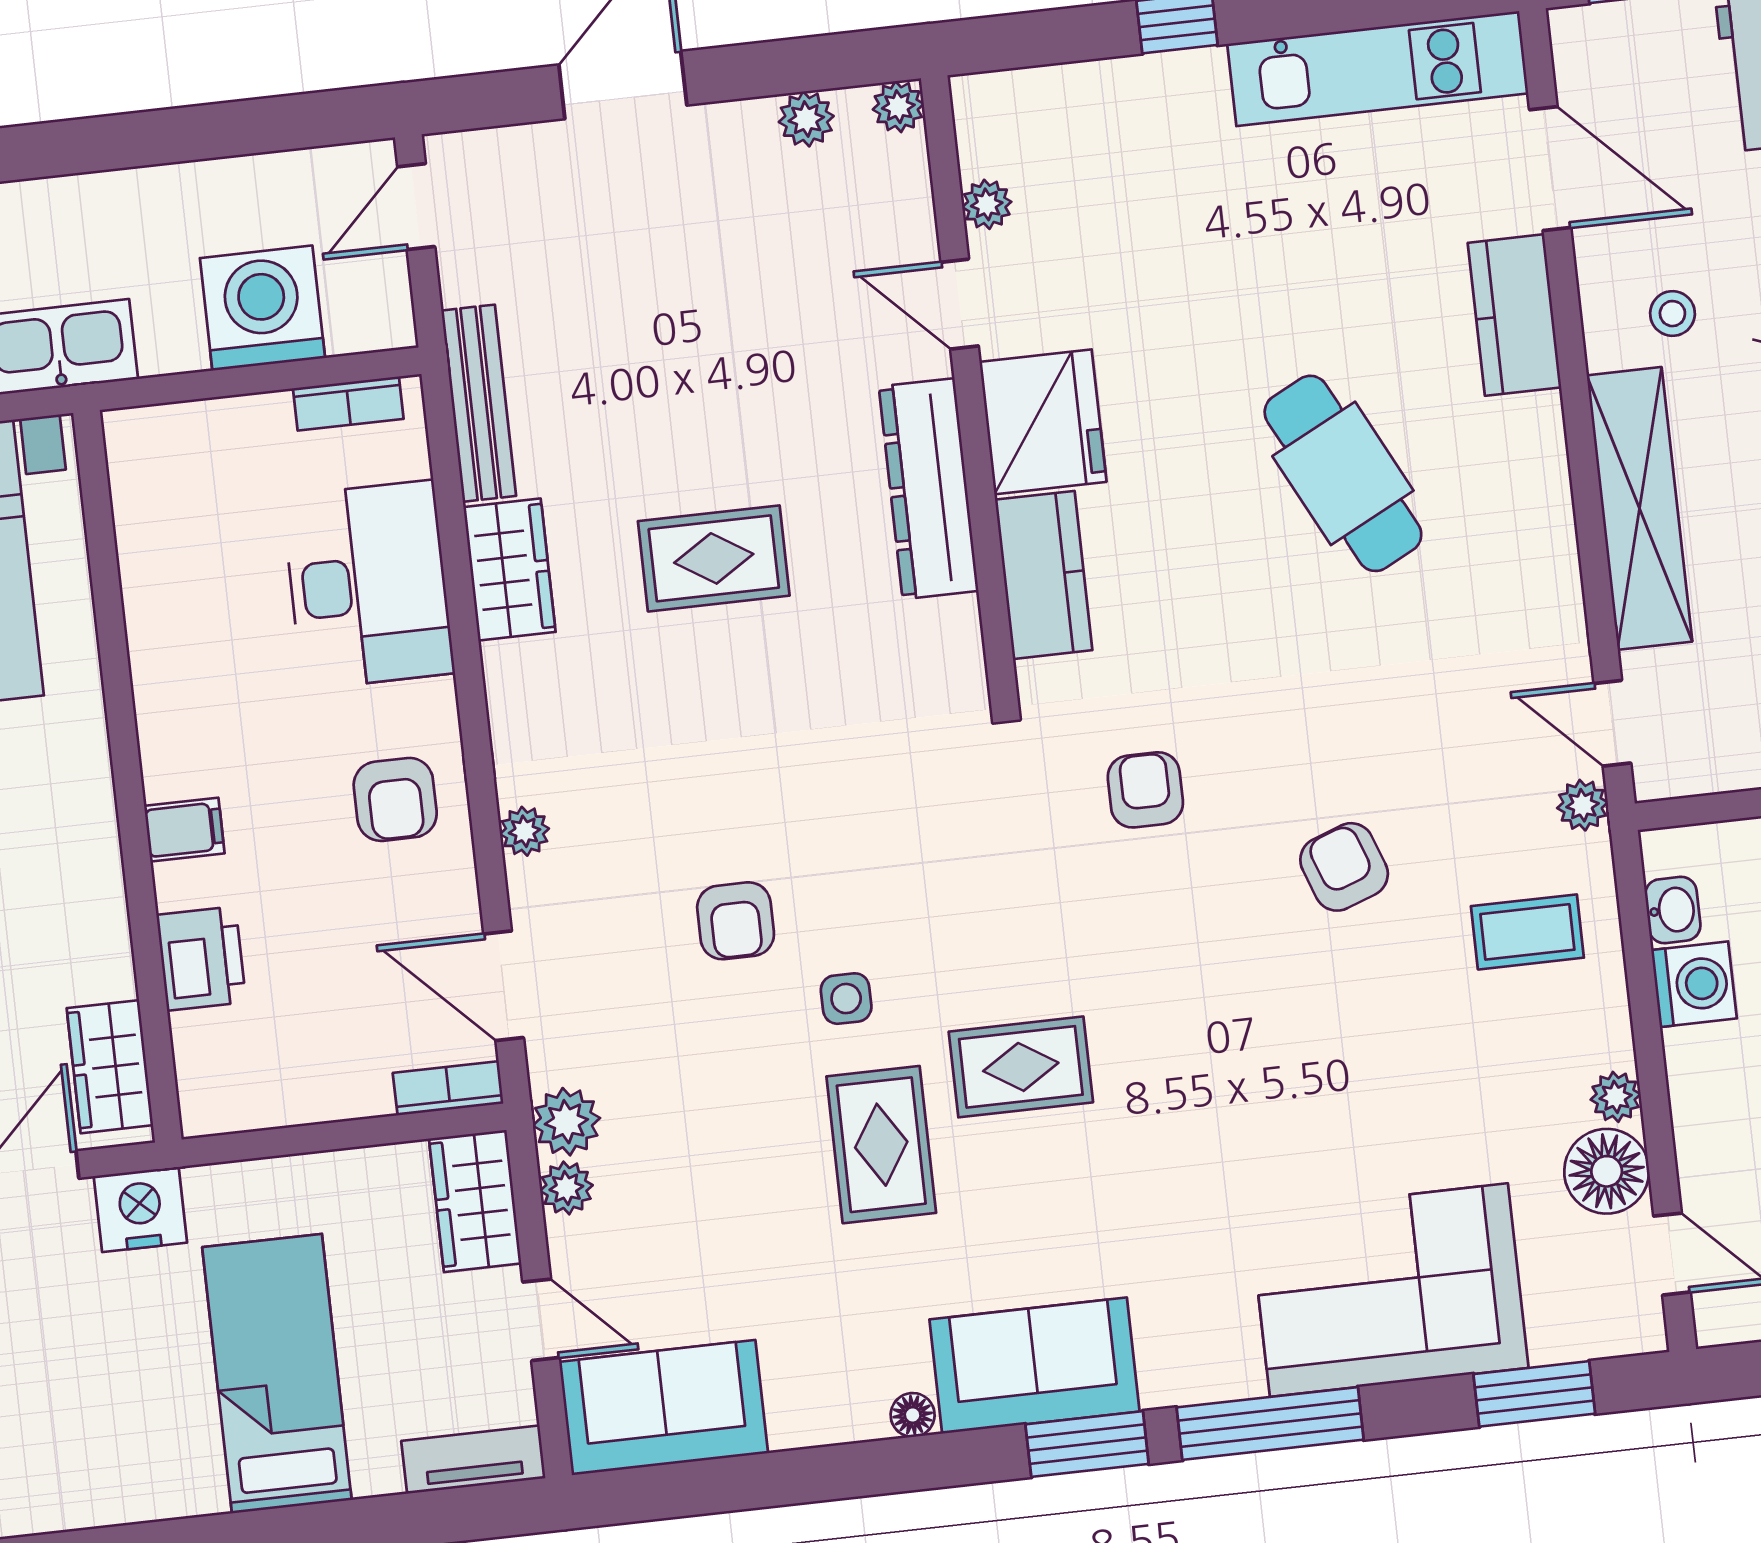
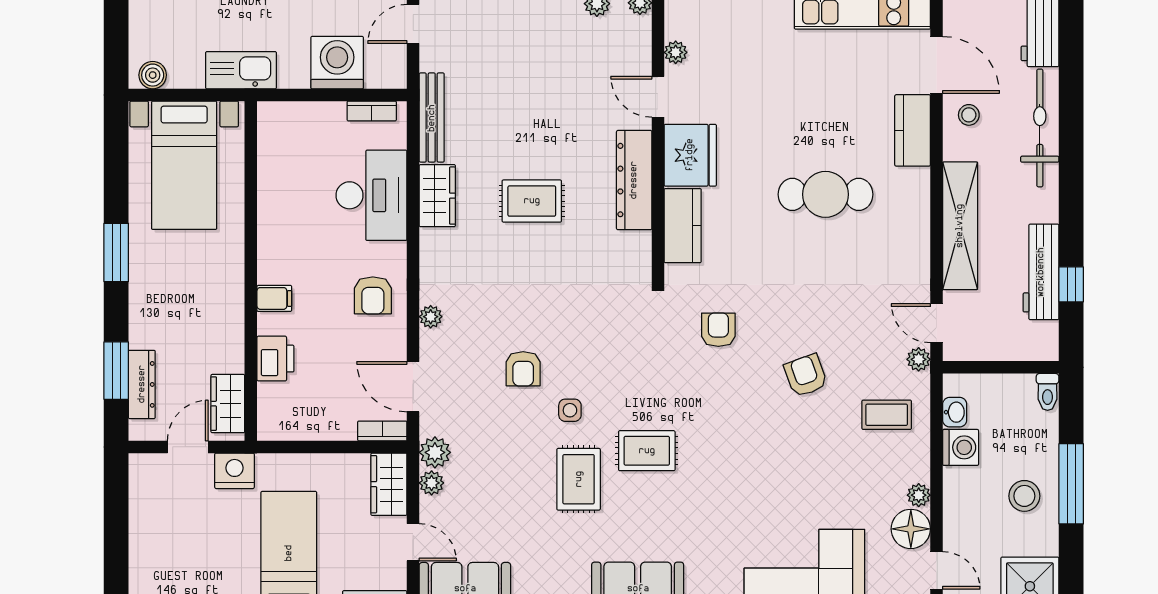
stool: (1672, 314) -> (969, 115), moved
cafe table: (1343, 473) -> (826, 194), turned -63

